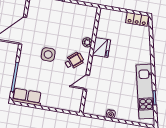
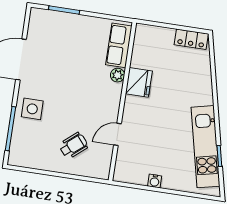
side table: (48, 54) -> (32, 109), moved
wheelchair: (74, 61) -> (73, 146), moved
row of seats: (27, 97) -> (119, 45), moved, turned -90

